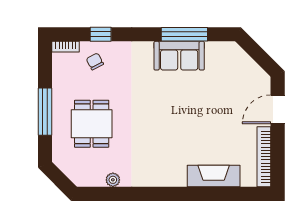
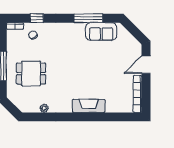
sofa: (179, 56) -> (101, 32), moved
dining table: (92, 124) -> (31, 74), turned 90
fireplace: (214, 176) -> (89, 106), moved

